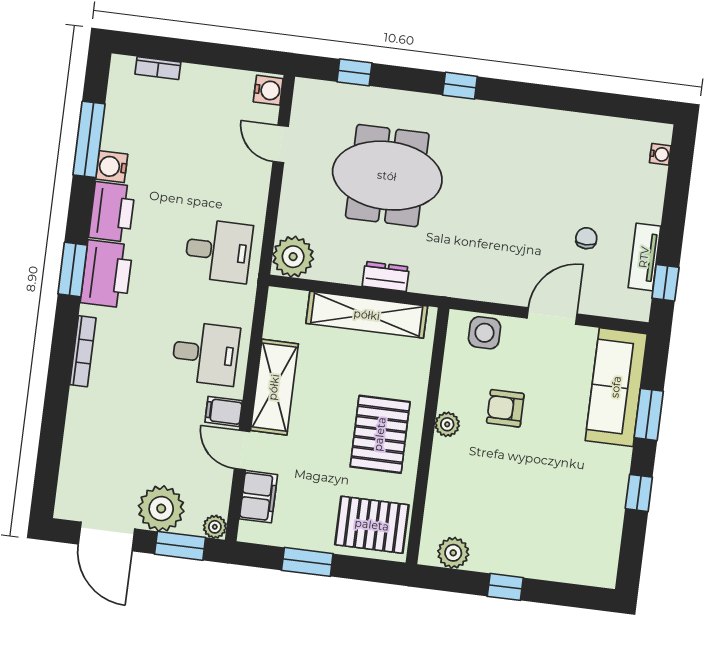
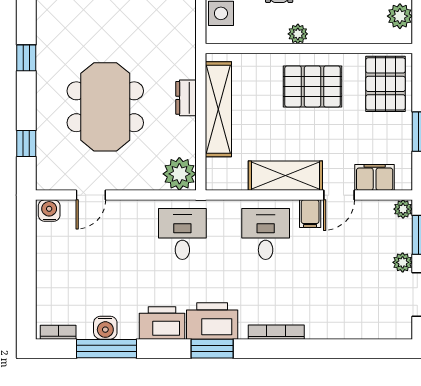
bookcase: (158, 68) -> (58, 332), moved, turned -90
water cooler: (112, 167) -> (105, 328), moved
plant: (161, 509) -> (403, 262), width x0.53, depth x0.53

